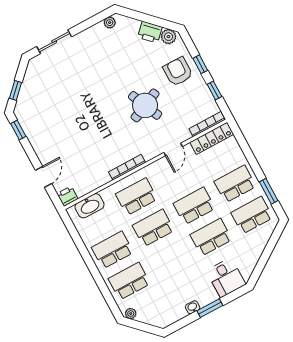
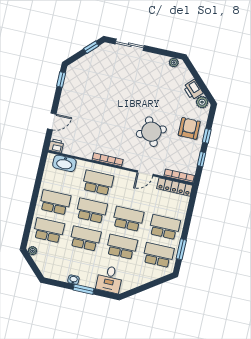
window: (16, 90) -> (91, 47), moved
school desk: (170, 259) -> (85, 239), added

